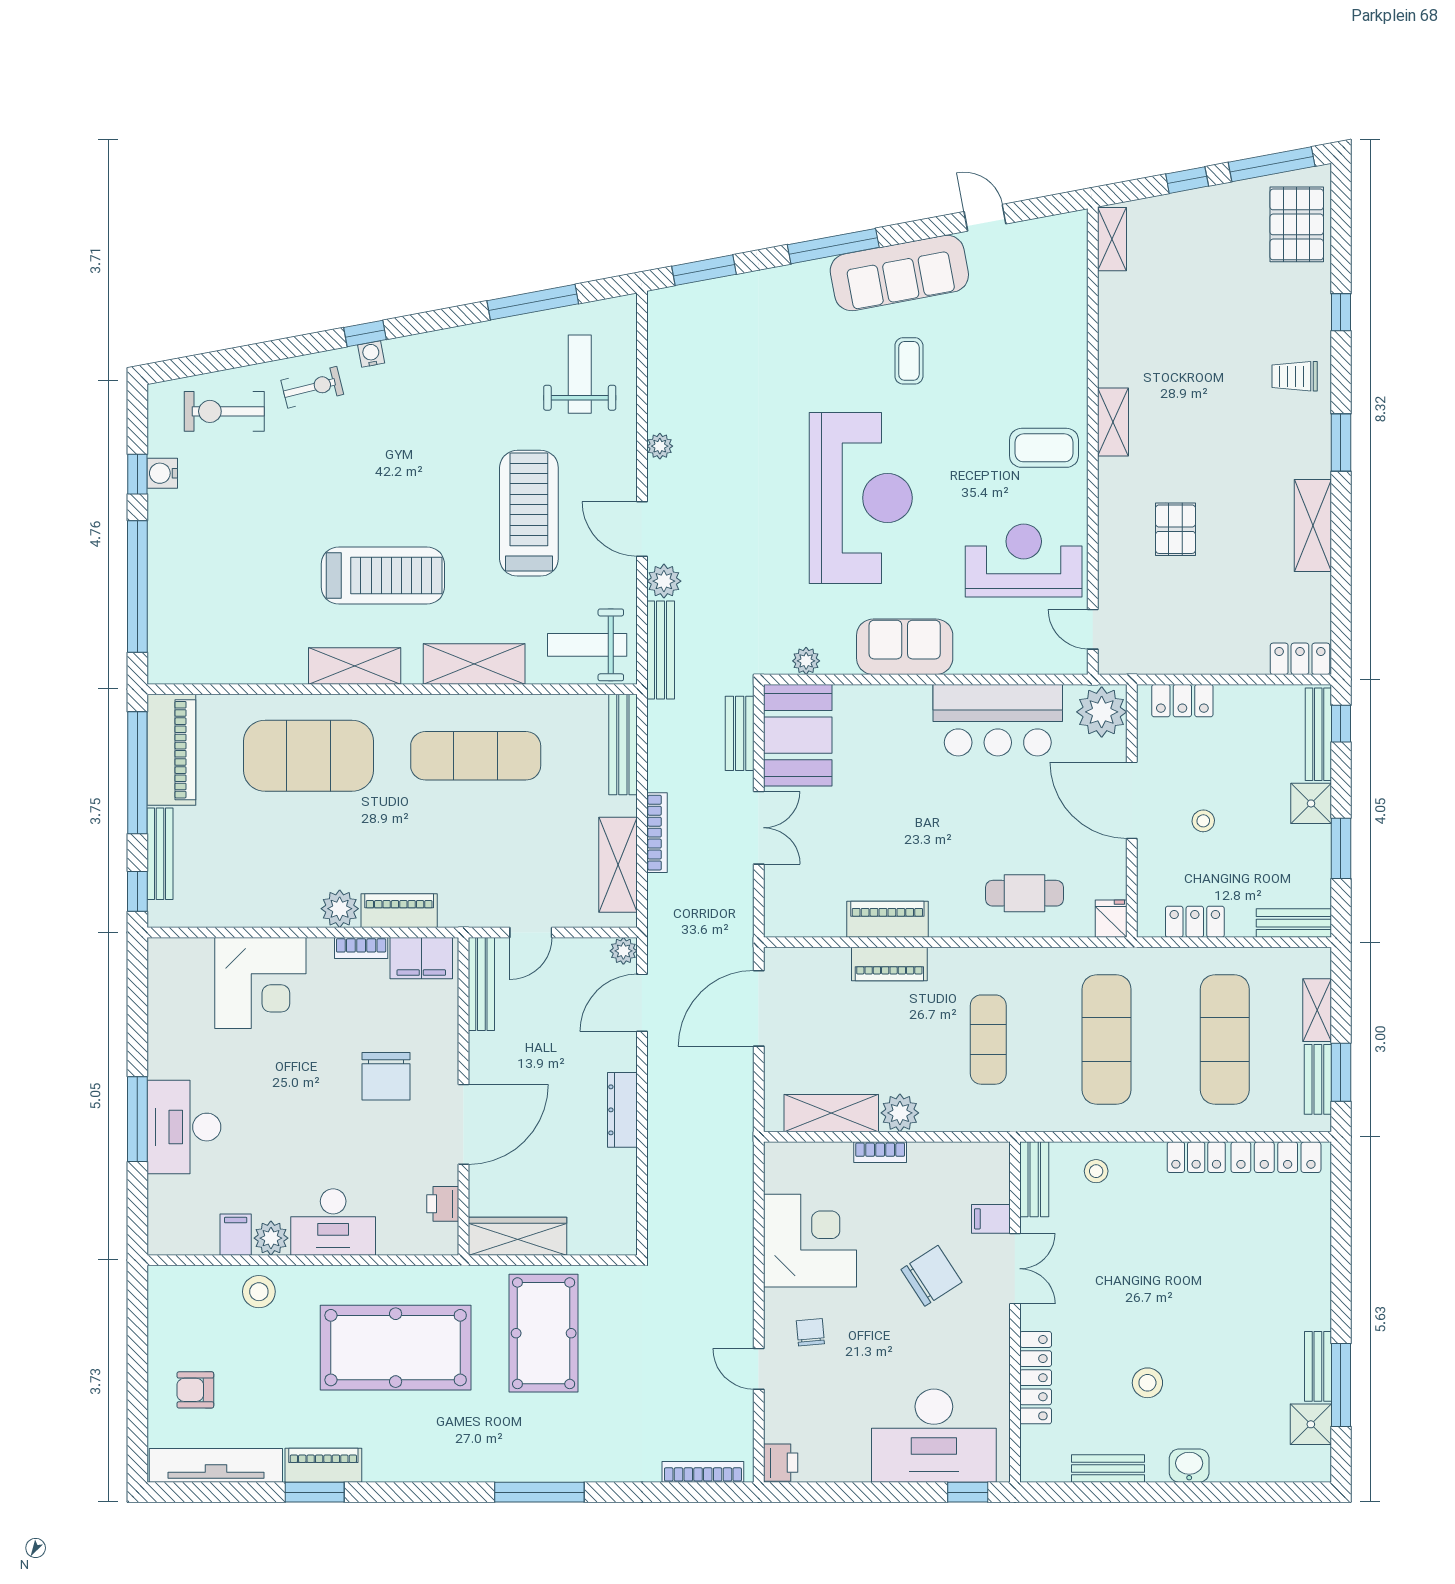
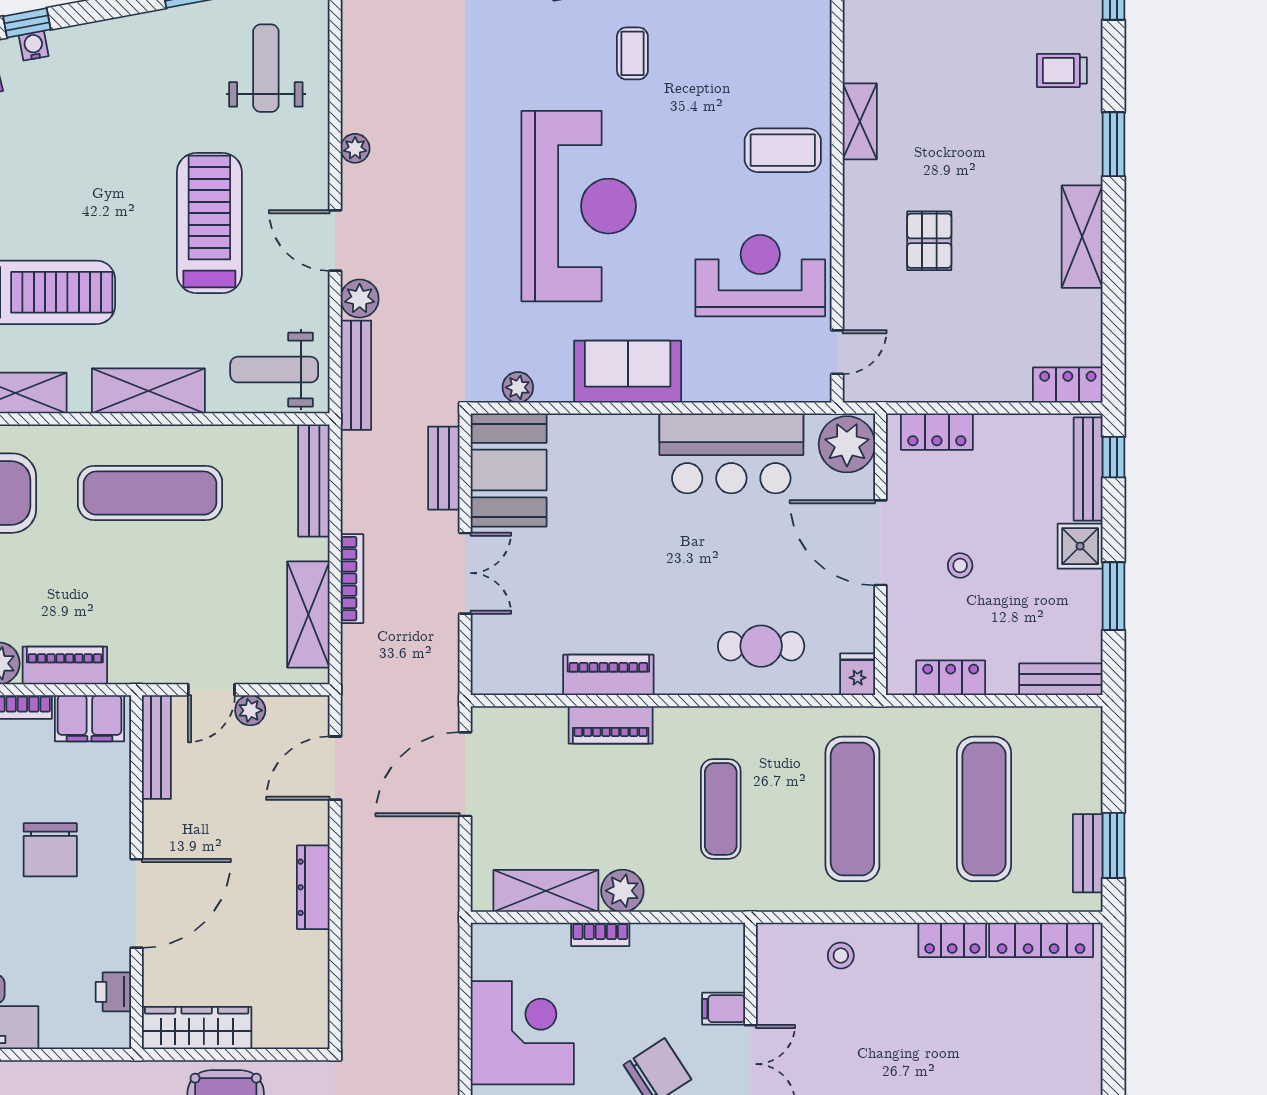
door: (1093, 629) -> (837, 352), swing flipped
plant: (623, 951) -> (250, 710), moved
shelving: (1317, 1010) -> (1087, 776), removed
bench: (1034, 1179) -> (772, 965), removed

